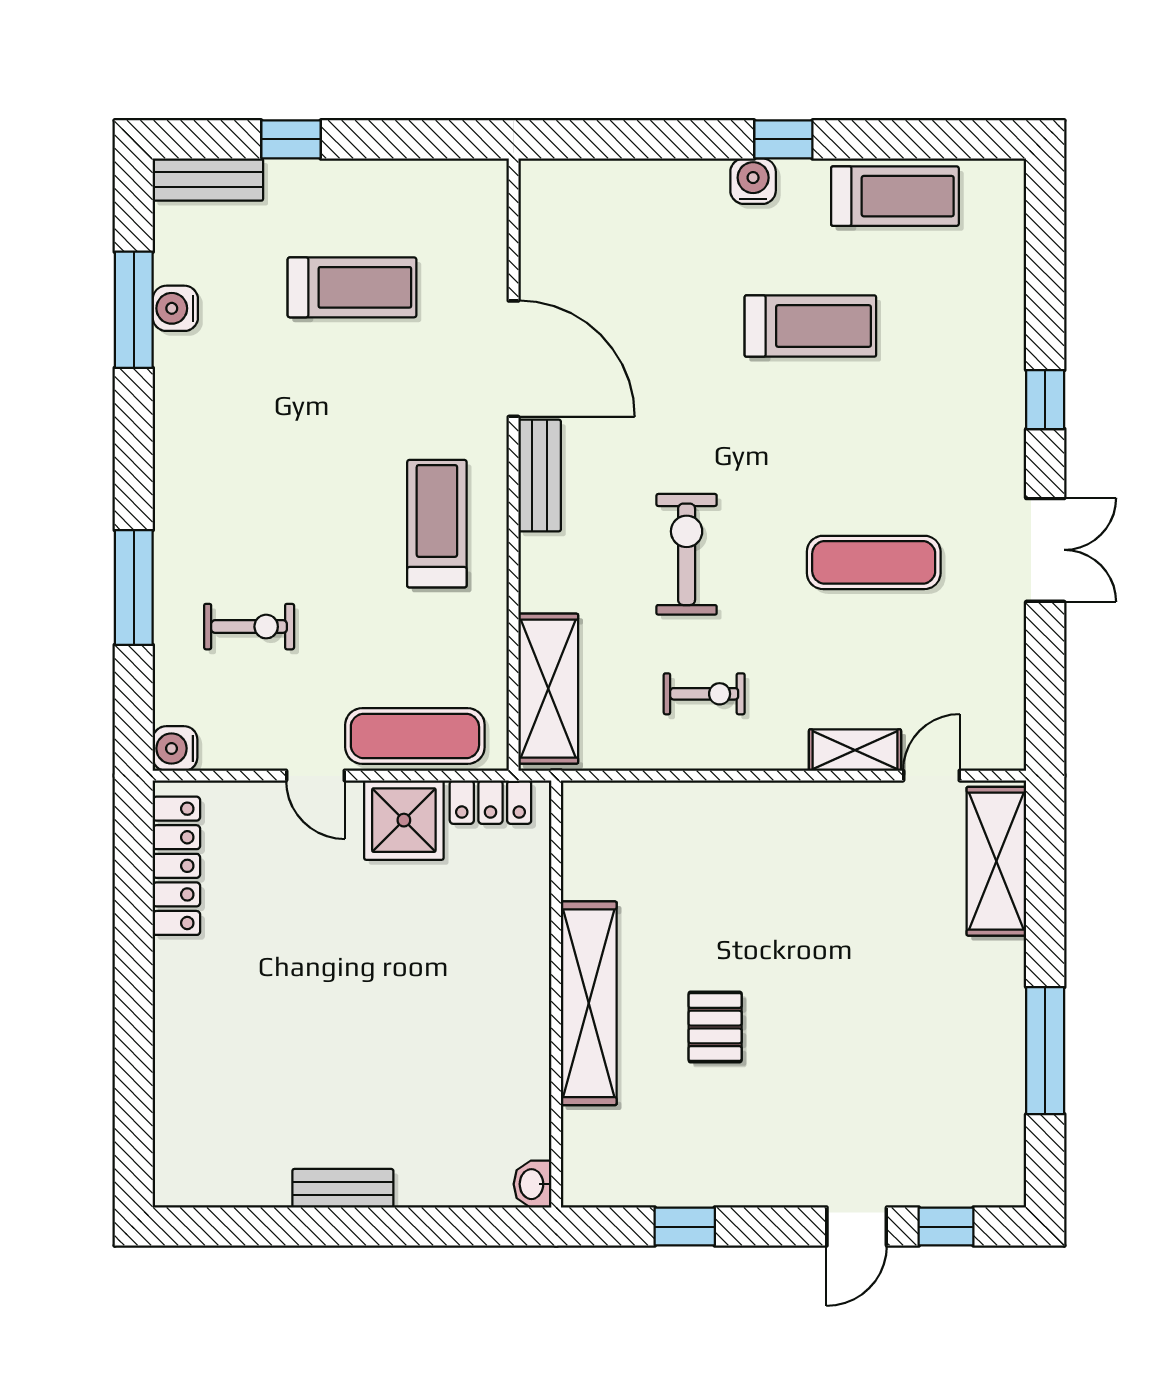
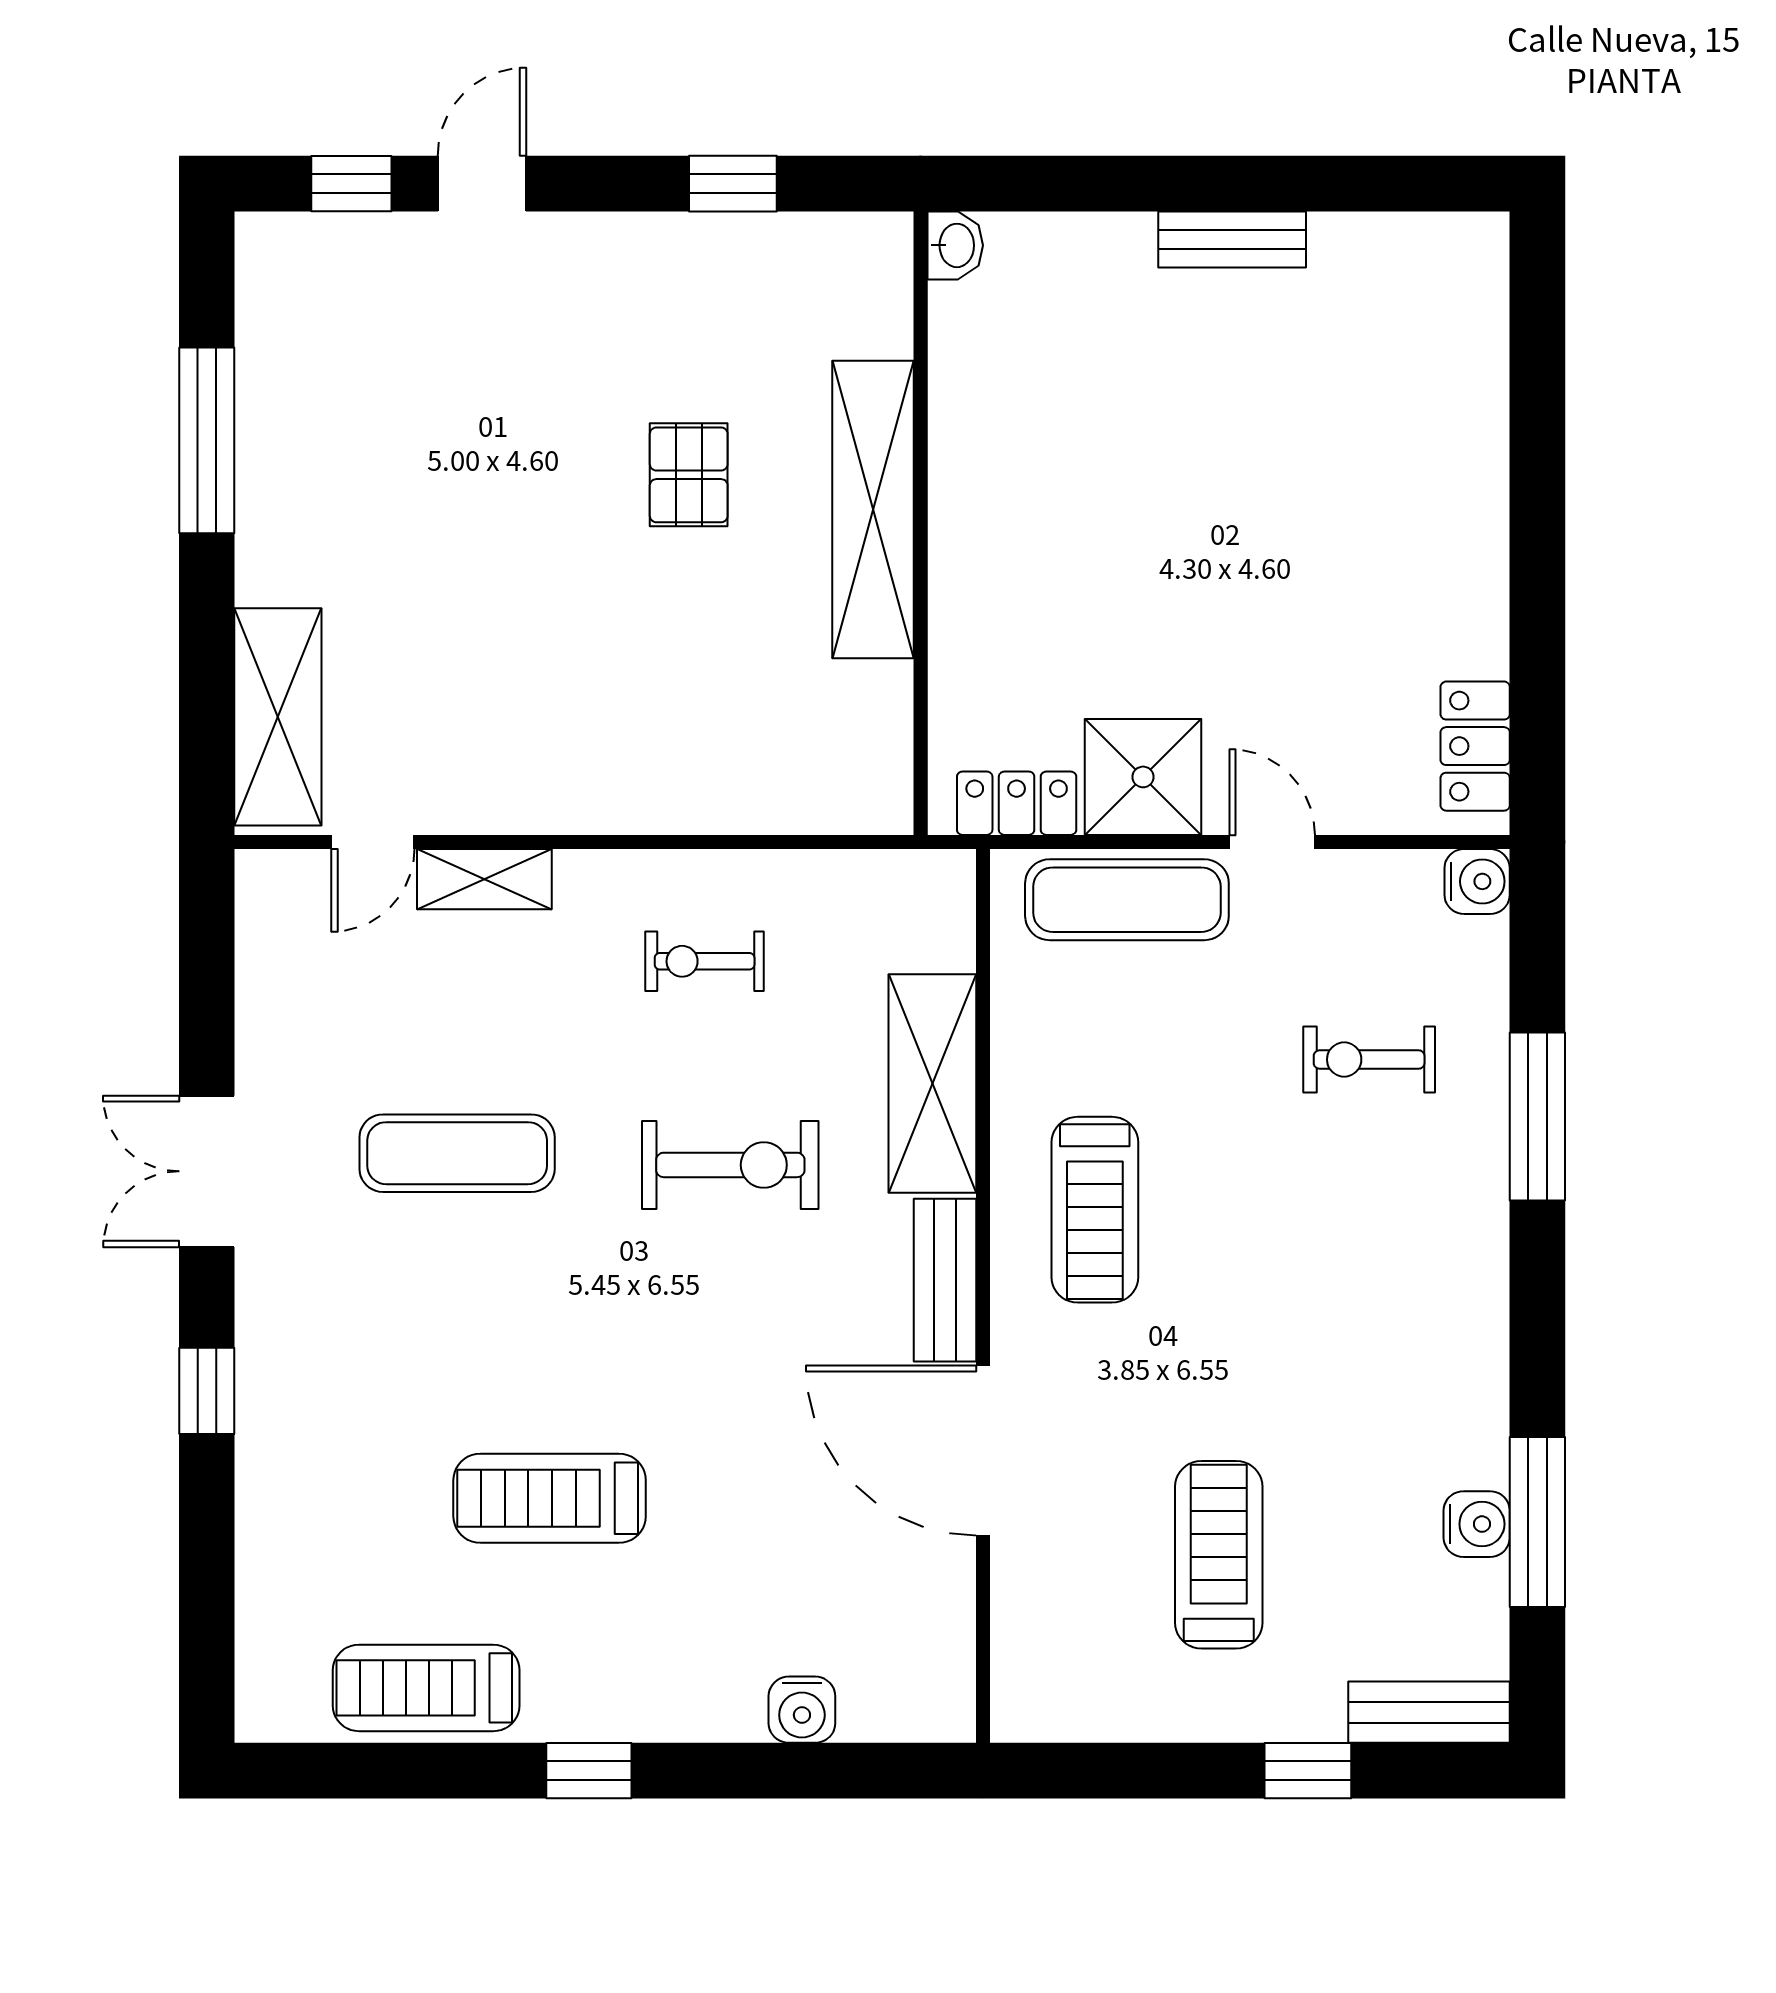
water cooler: (753, 181) -> (802, 1710), moved
treadmill: (352, 287) -> (1219, 1555), turned 90
exercise bike: (687, 554) -> (730, 1165), turned -90
shelving: (548, 689) -> (932, 1084), moved
locker: (176, 866) -> (1475, 746), width x0.66

